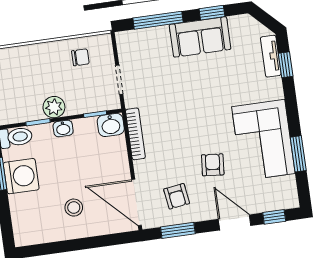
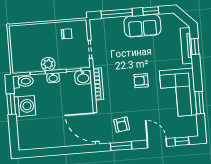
tv unit: (271, 56) -> (186, 46), width x1.41
armchair: (213, 165) -> (141, 81), moved, turned -95
stool: (74, 208) -> (57, 128), removed

